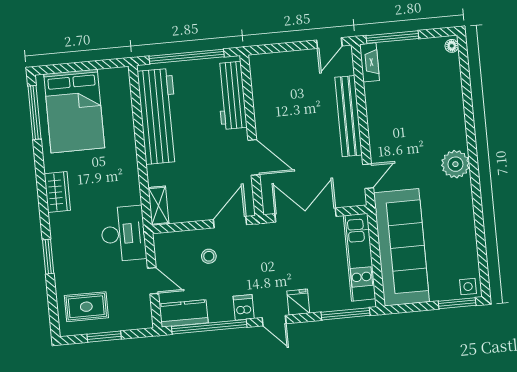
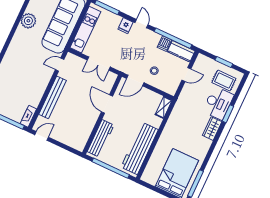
plant: (455, 164) -> (28, 21), moved
wardrobe: (57, 192) -> (212, 129), moved
double door: (306, 215) -> (99, 64), width x0.73
desk: (123, 234) -> (218, 103), moved, turned 180
door: (153, 281) -> (186, 74), swing flipped
dishwasher: (244, 307) -> (164, 44), moved

